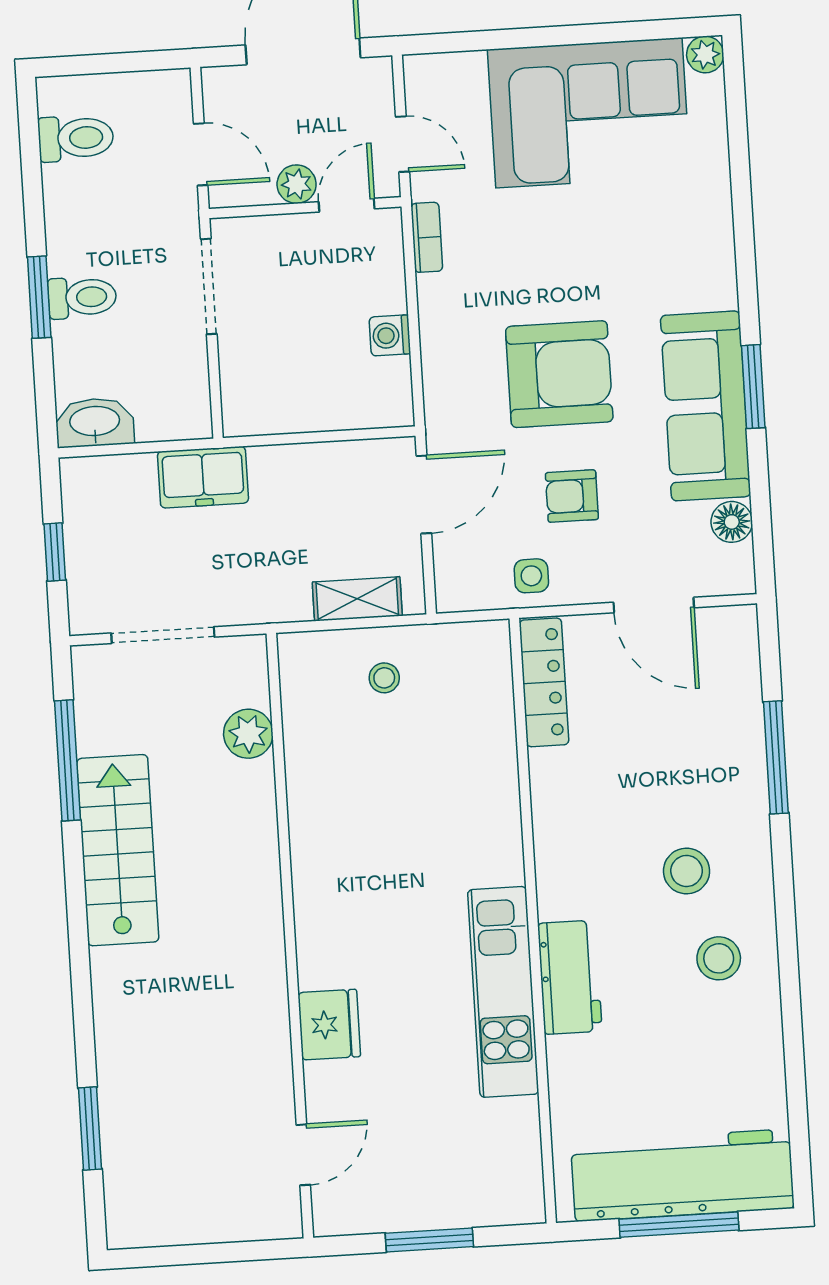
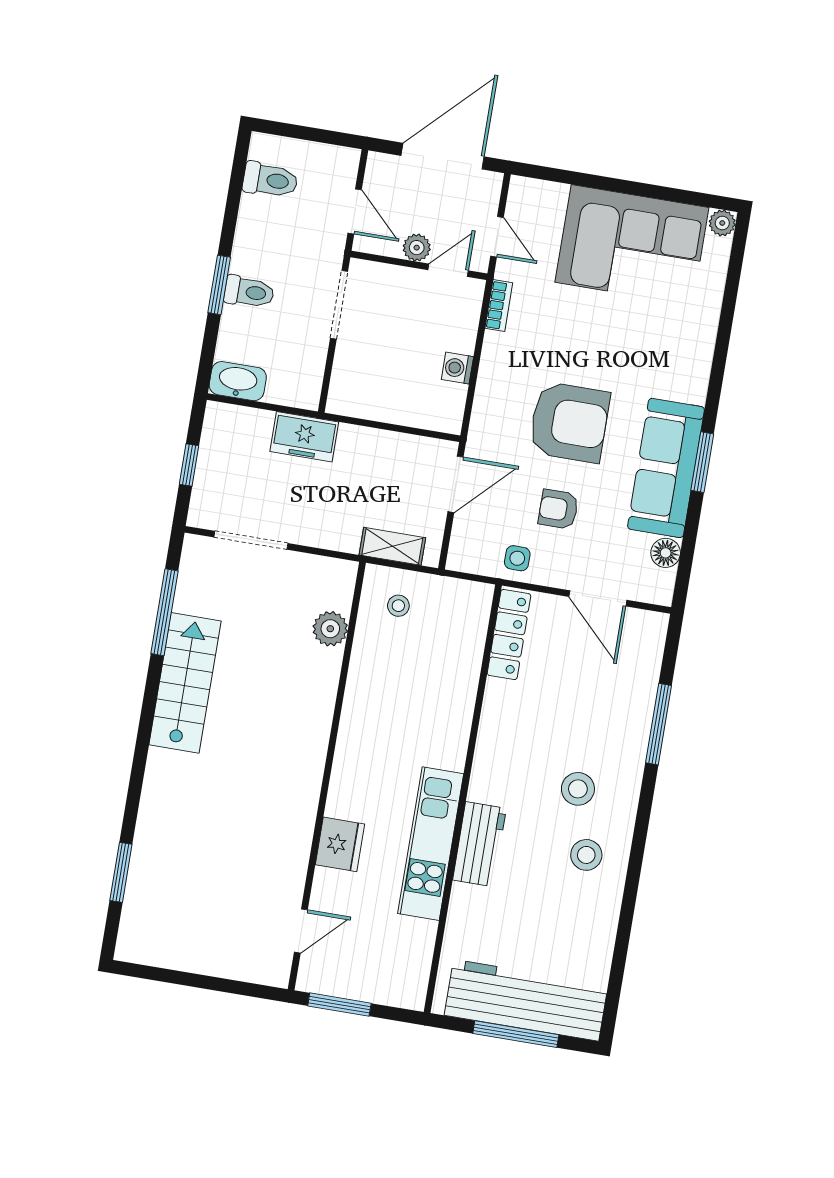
plant: (248, 734) -> (330, 629), moved
wall: (290, 936) -> (327, 776), moved
fridge: (329, 1025) -> (340, 844), moved
door: (303, 1155) -> (301, 931), moved

